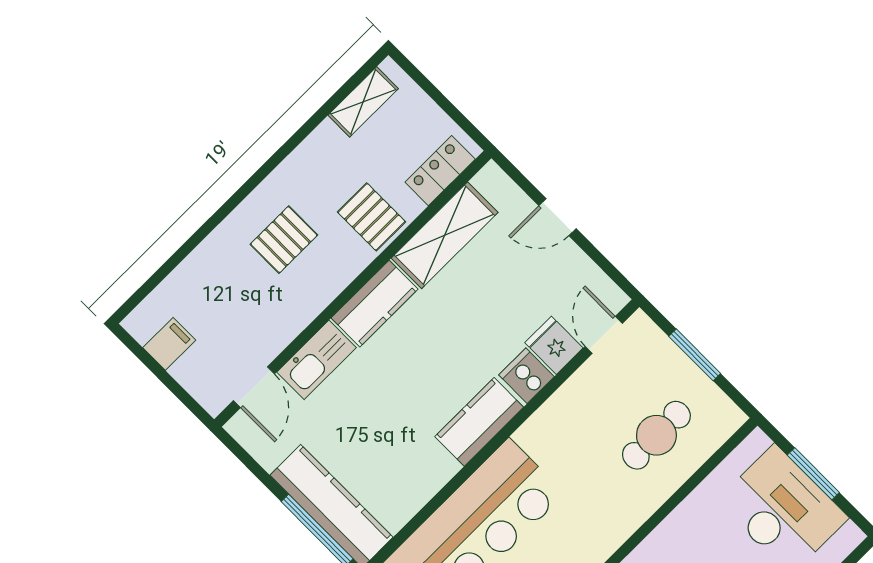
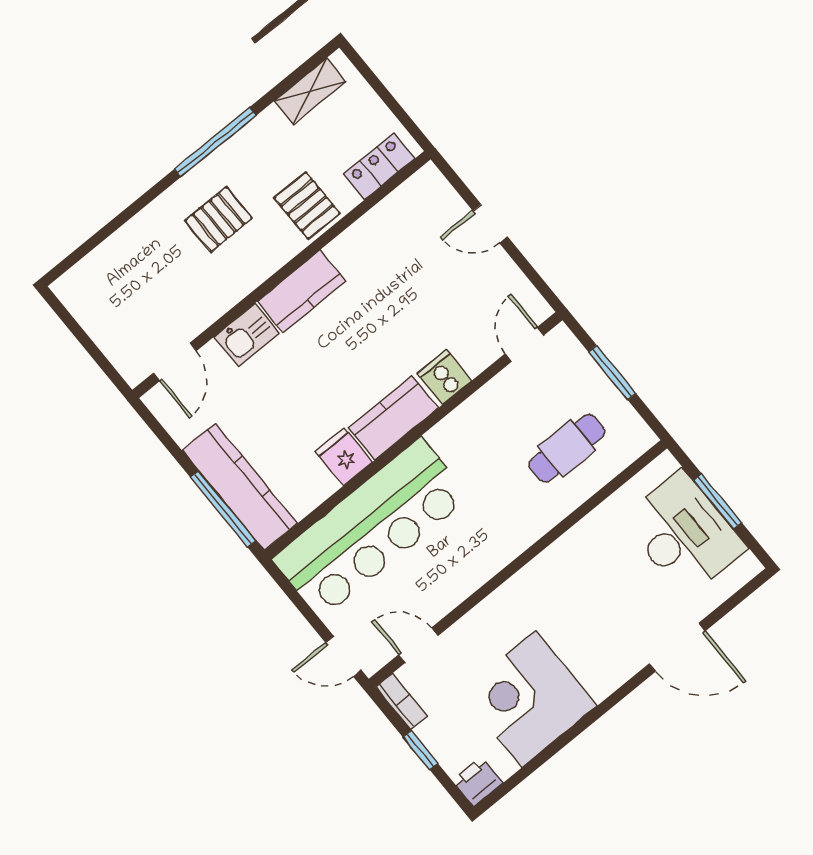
window: (273, 162) -> (215, 142), added
shelving: (445, 235) -> (377, 231), removed
filing cabinet: (169, 344) -> (95, 311), removed
fridge: (554, 345) -> (344, 457), moved
kitchen sink: (317, 360) -> (247, 335), width x0.73

